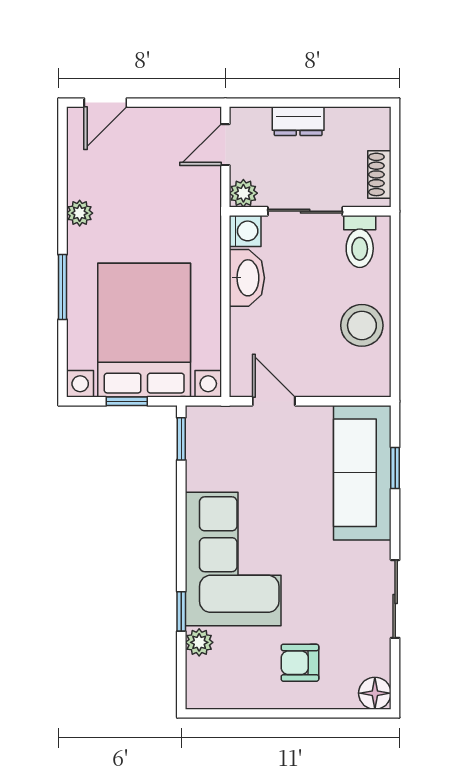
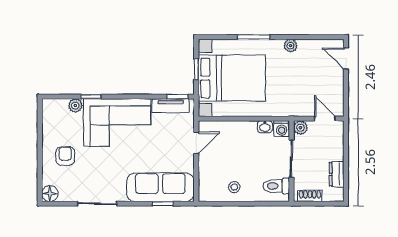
dresser: (298, 121) -> (337, 174), moved
washbasin: (247, 278) -> (265, 127), width x0.52, depth x0.69
stool: (362, 325) -> (234, 187), width x0.53, depth x0.53
tv unit: (199, 453) -> (170, 106), added

